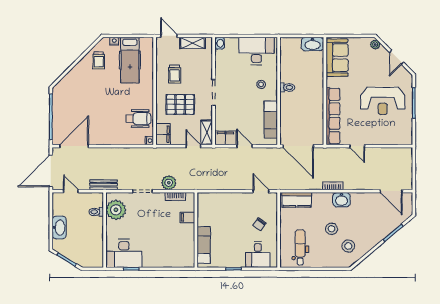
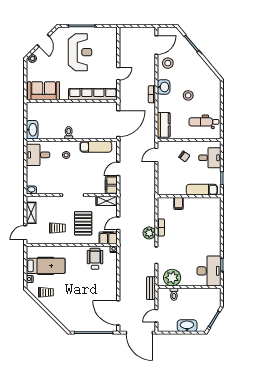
washbasin: (313, 44) -> (32, 130), moved
desk: (256, 51) -> (38, 155), width x0.73
door: (396, 57) -> (43, 41), hinge flipped
door: (193, 146) -> (118, 223), moved
filing cabinet: (187, 217) -> (178, 203), moved
wall: (196, 230) -> (189, 196), moved
exam couch: (204, 245) -> (202, 190), moved
stool: (348, 246) -> (168, 63), moved

